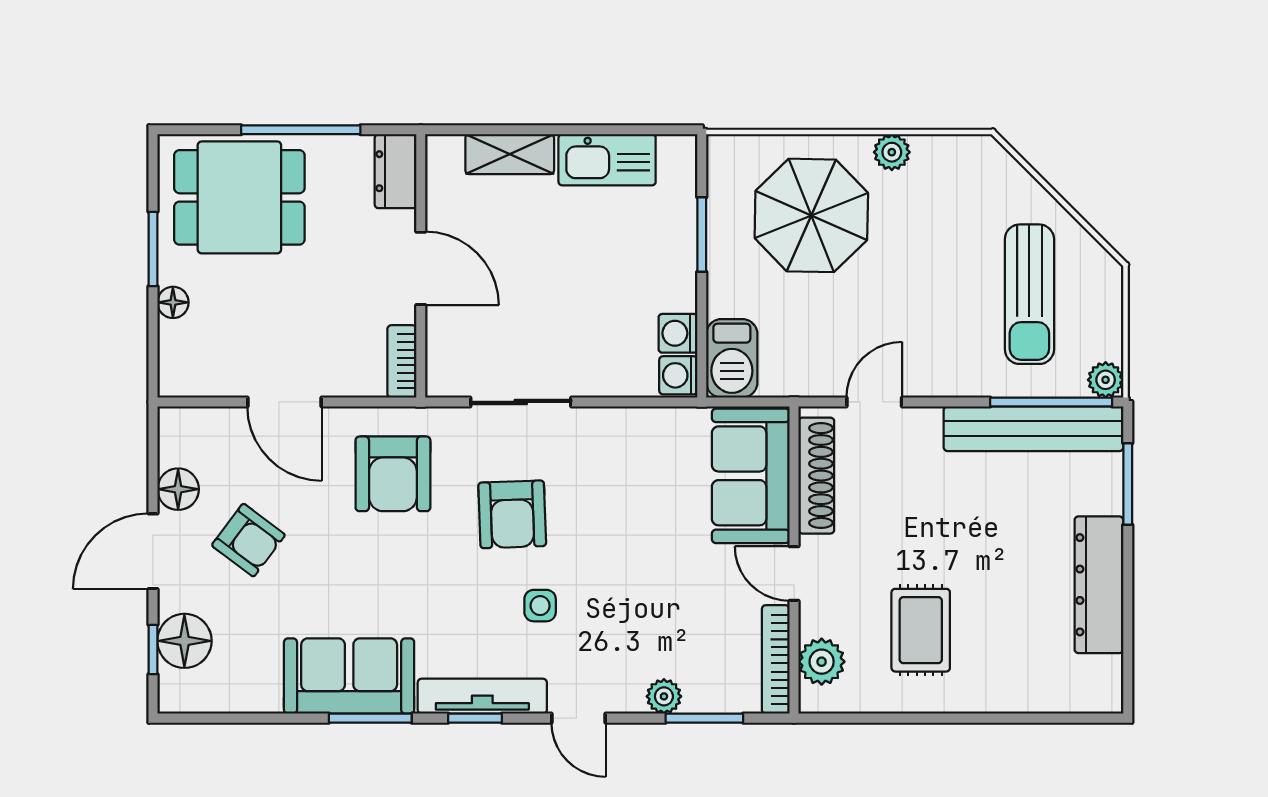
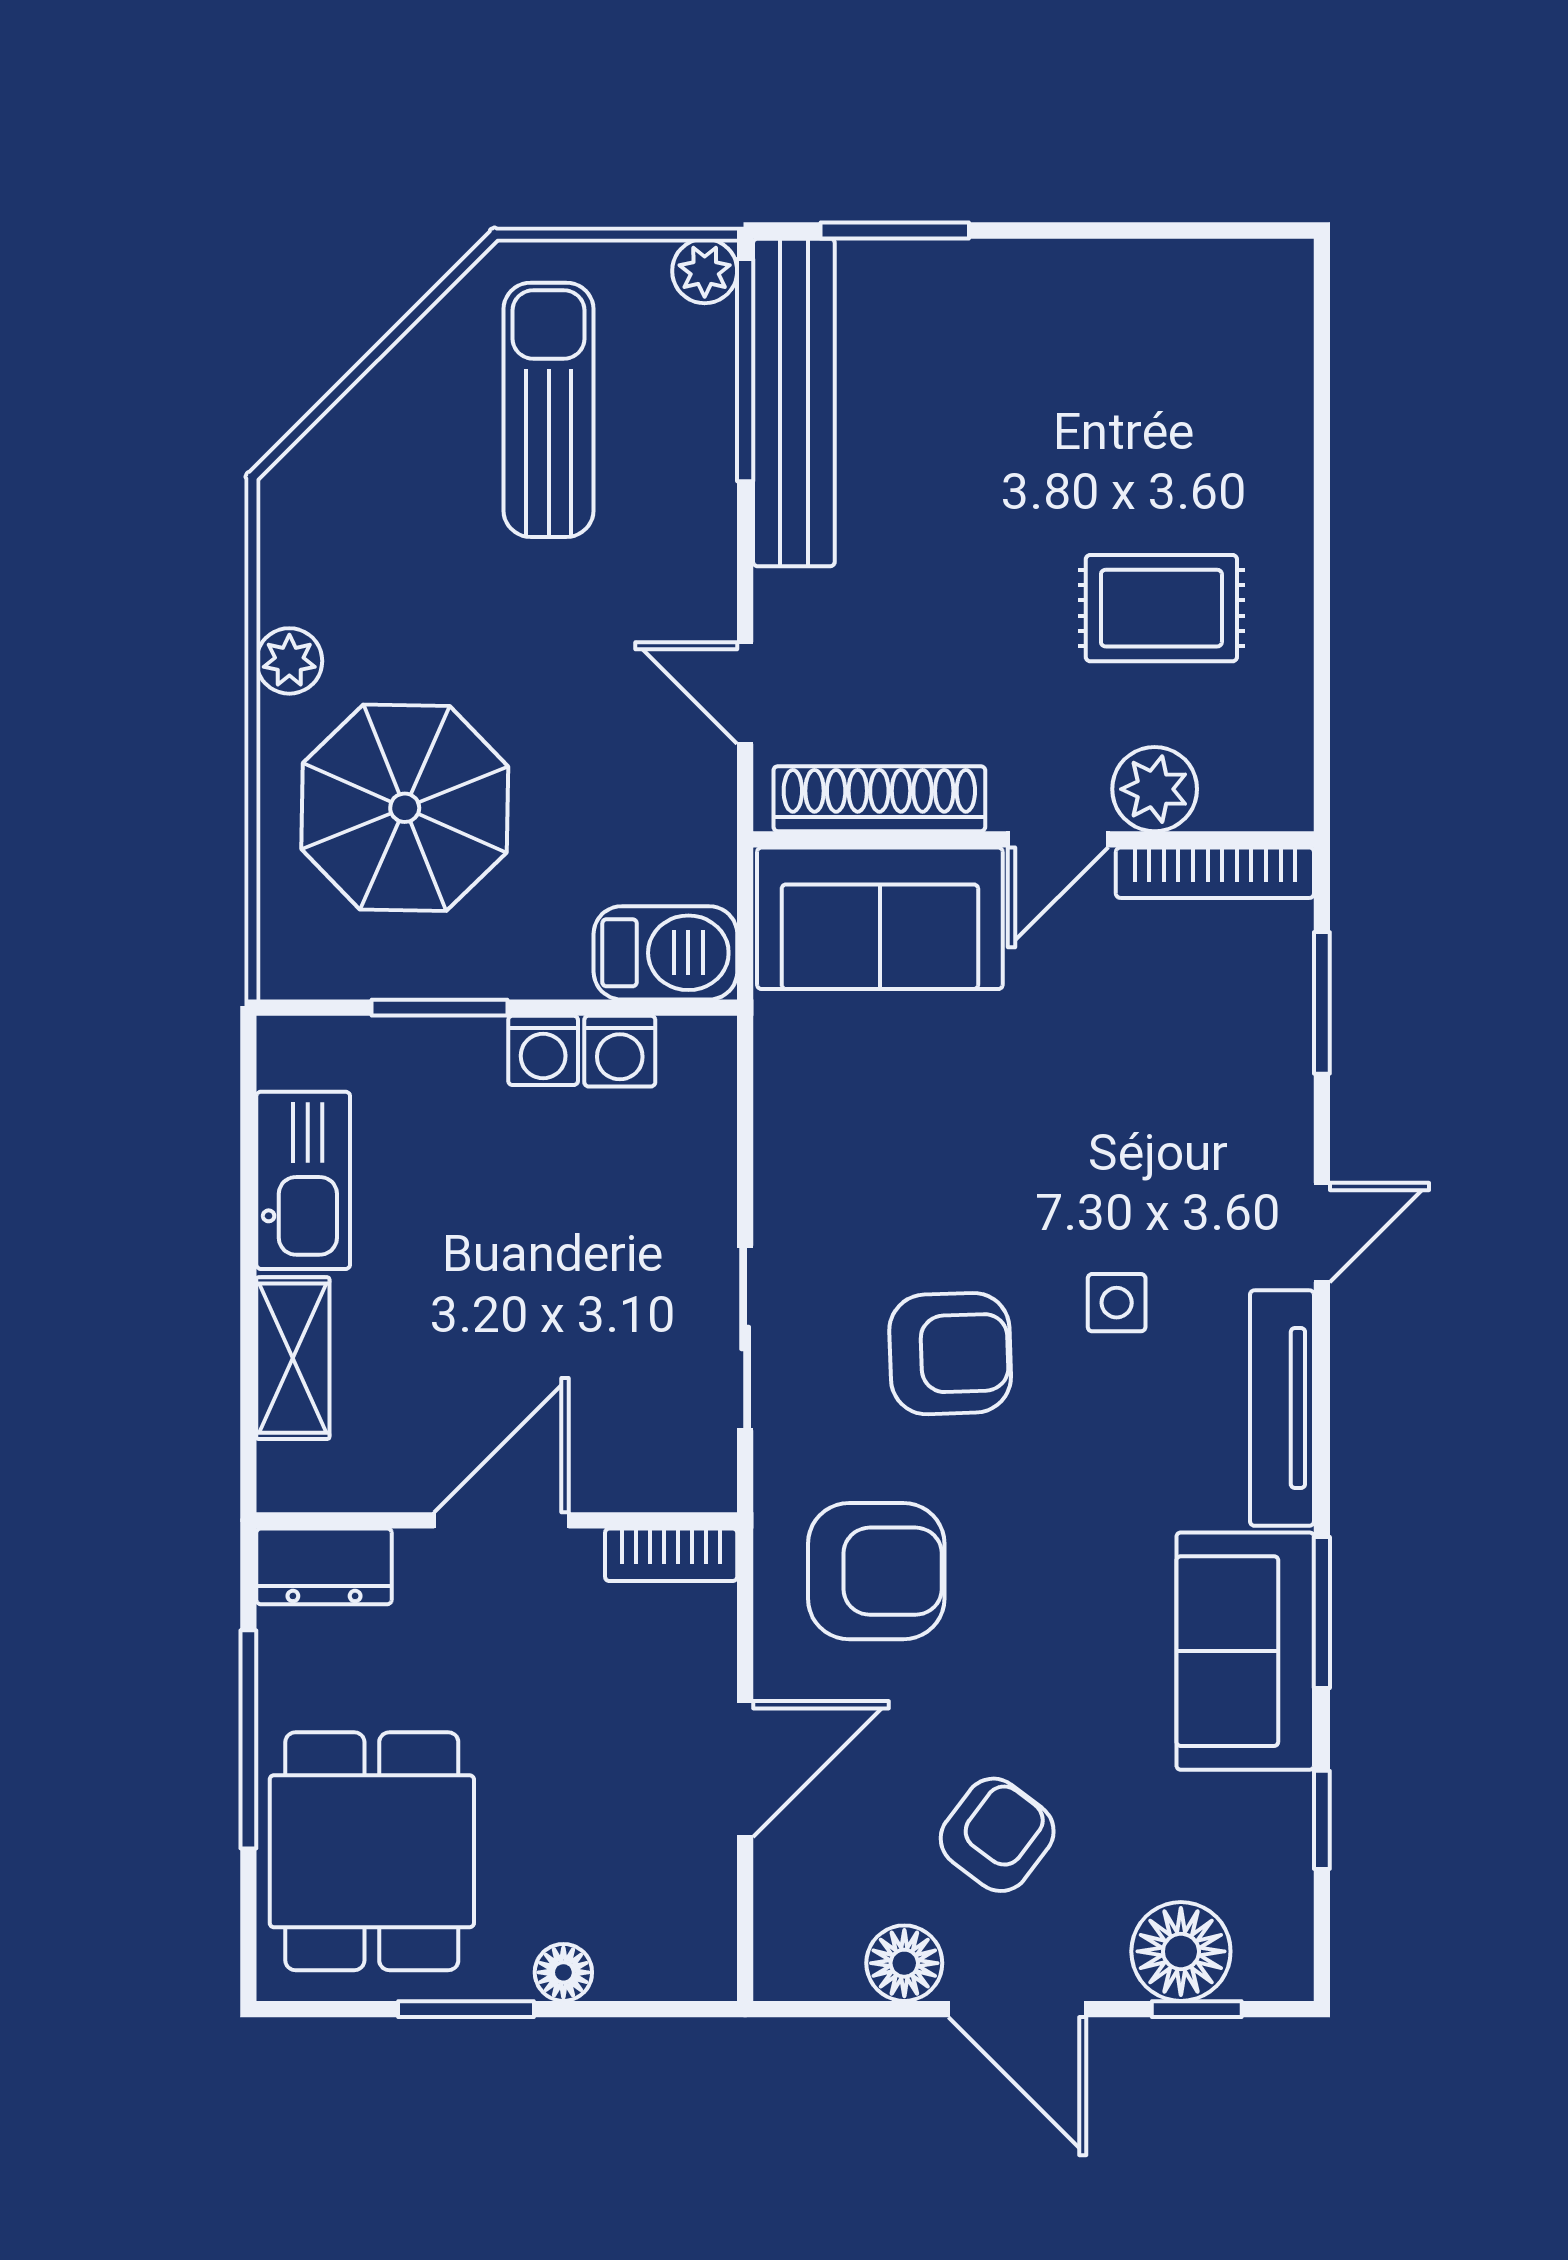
sun lounger: (1029, 294) -> (549, 410), turned -90
washing machine: (678, 375) -> (543, 1050), moved
dresser: (1099, 585) -> (1079, 283), removed
plant: (822, 662) -> (1155, 789), moved
plant: (664, 696) -> (1282, 1077), removed
window: (475, 718) -> (1322, 1820), moved

